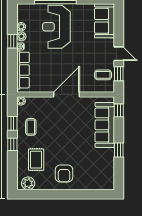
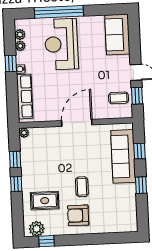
plant: (21, 36) -> (20, 34), moved
window: (119, 110) -> (139, 151), moved
coffee table: (31, 127) -> (82, 187), moved
rug: (36, 160) -> (45, 201), turned 90
armchair: (64, 173) -> (78, 215), turned 90
window: (36, 194) -> (47, 241), added

